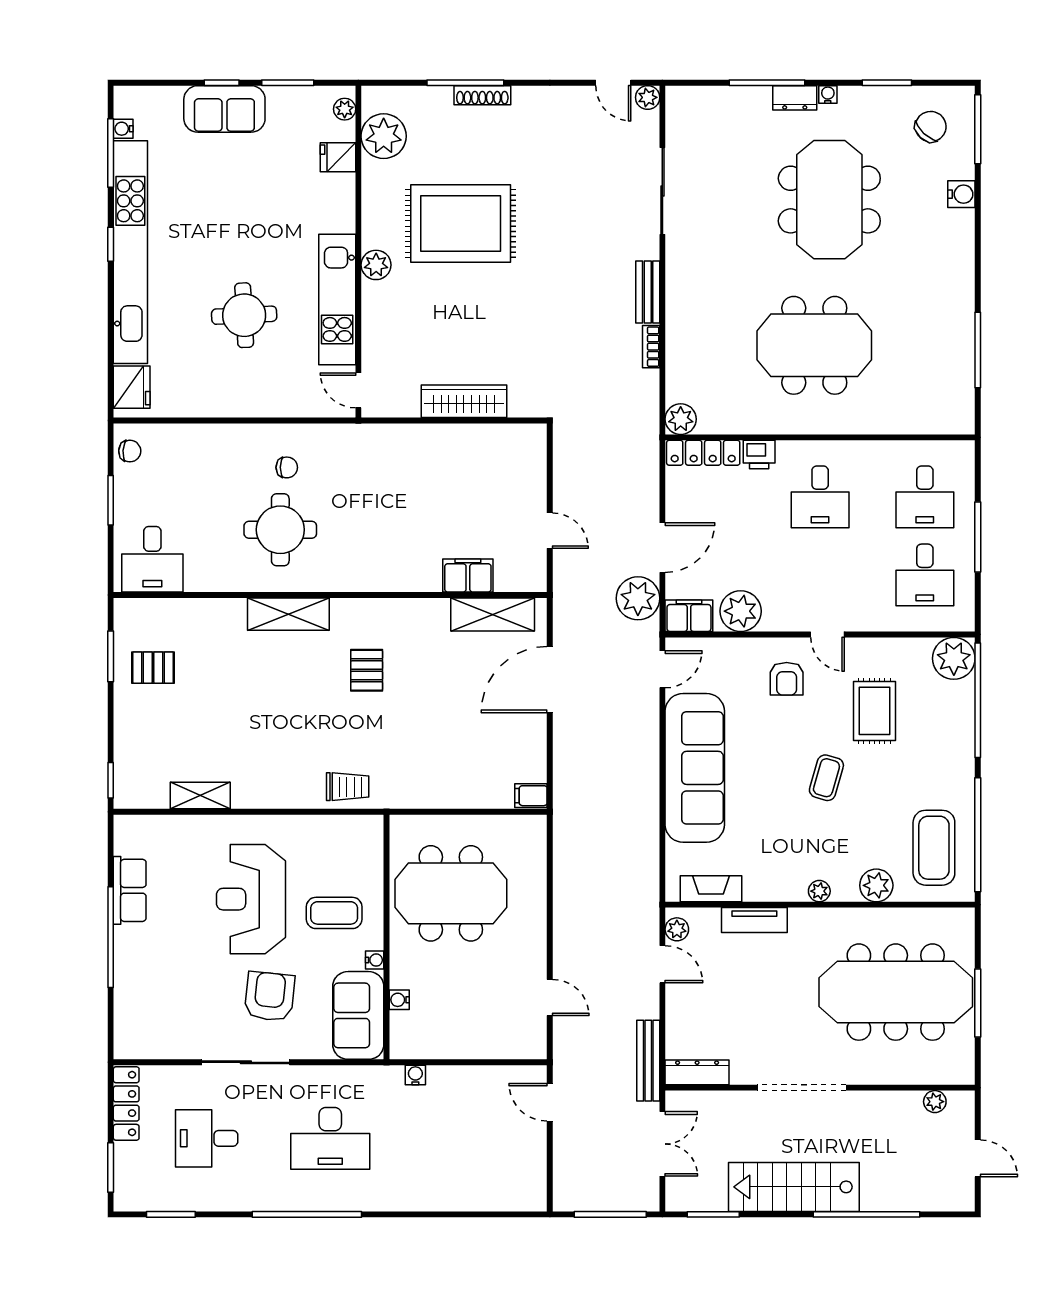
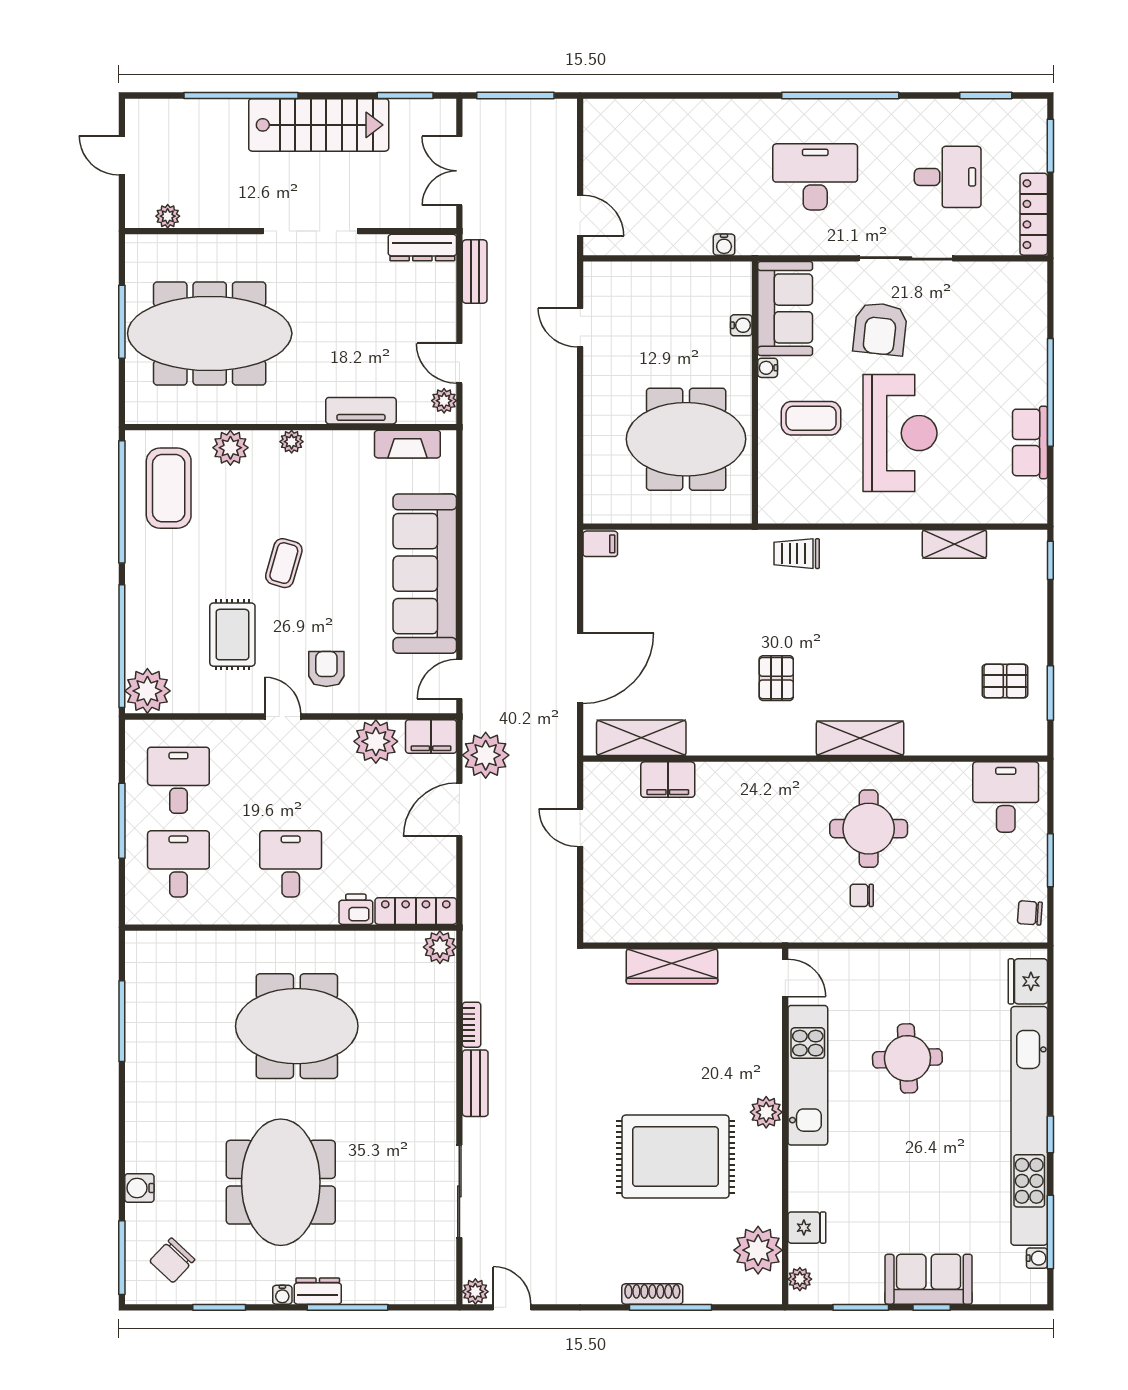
bench: (648, 1061) -> (475, 272), width x0.73

